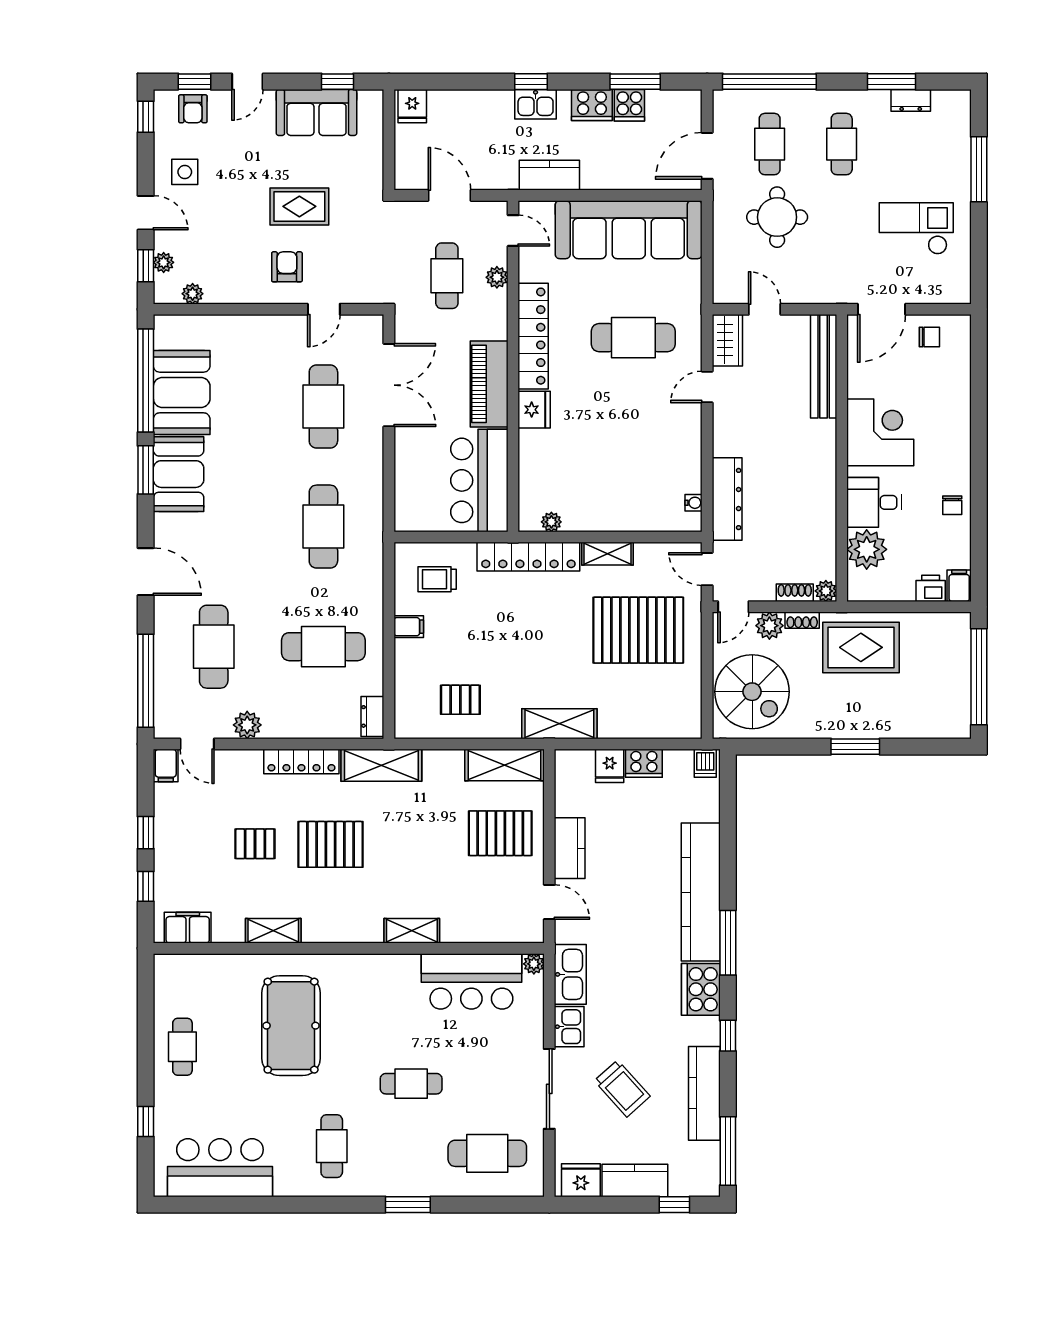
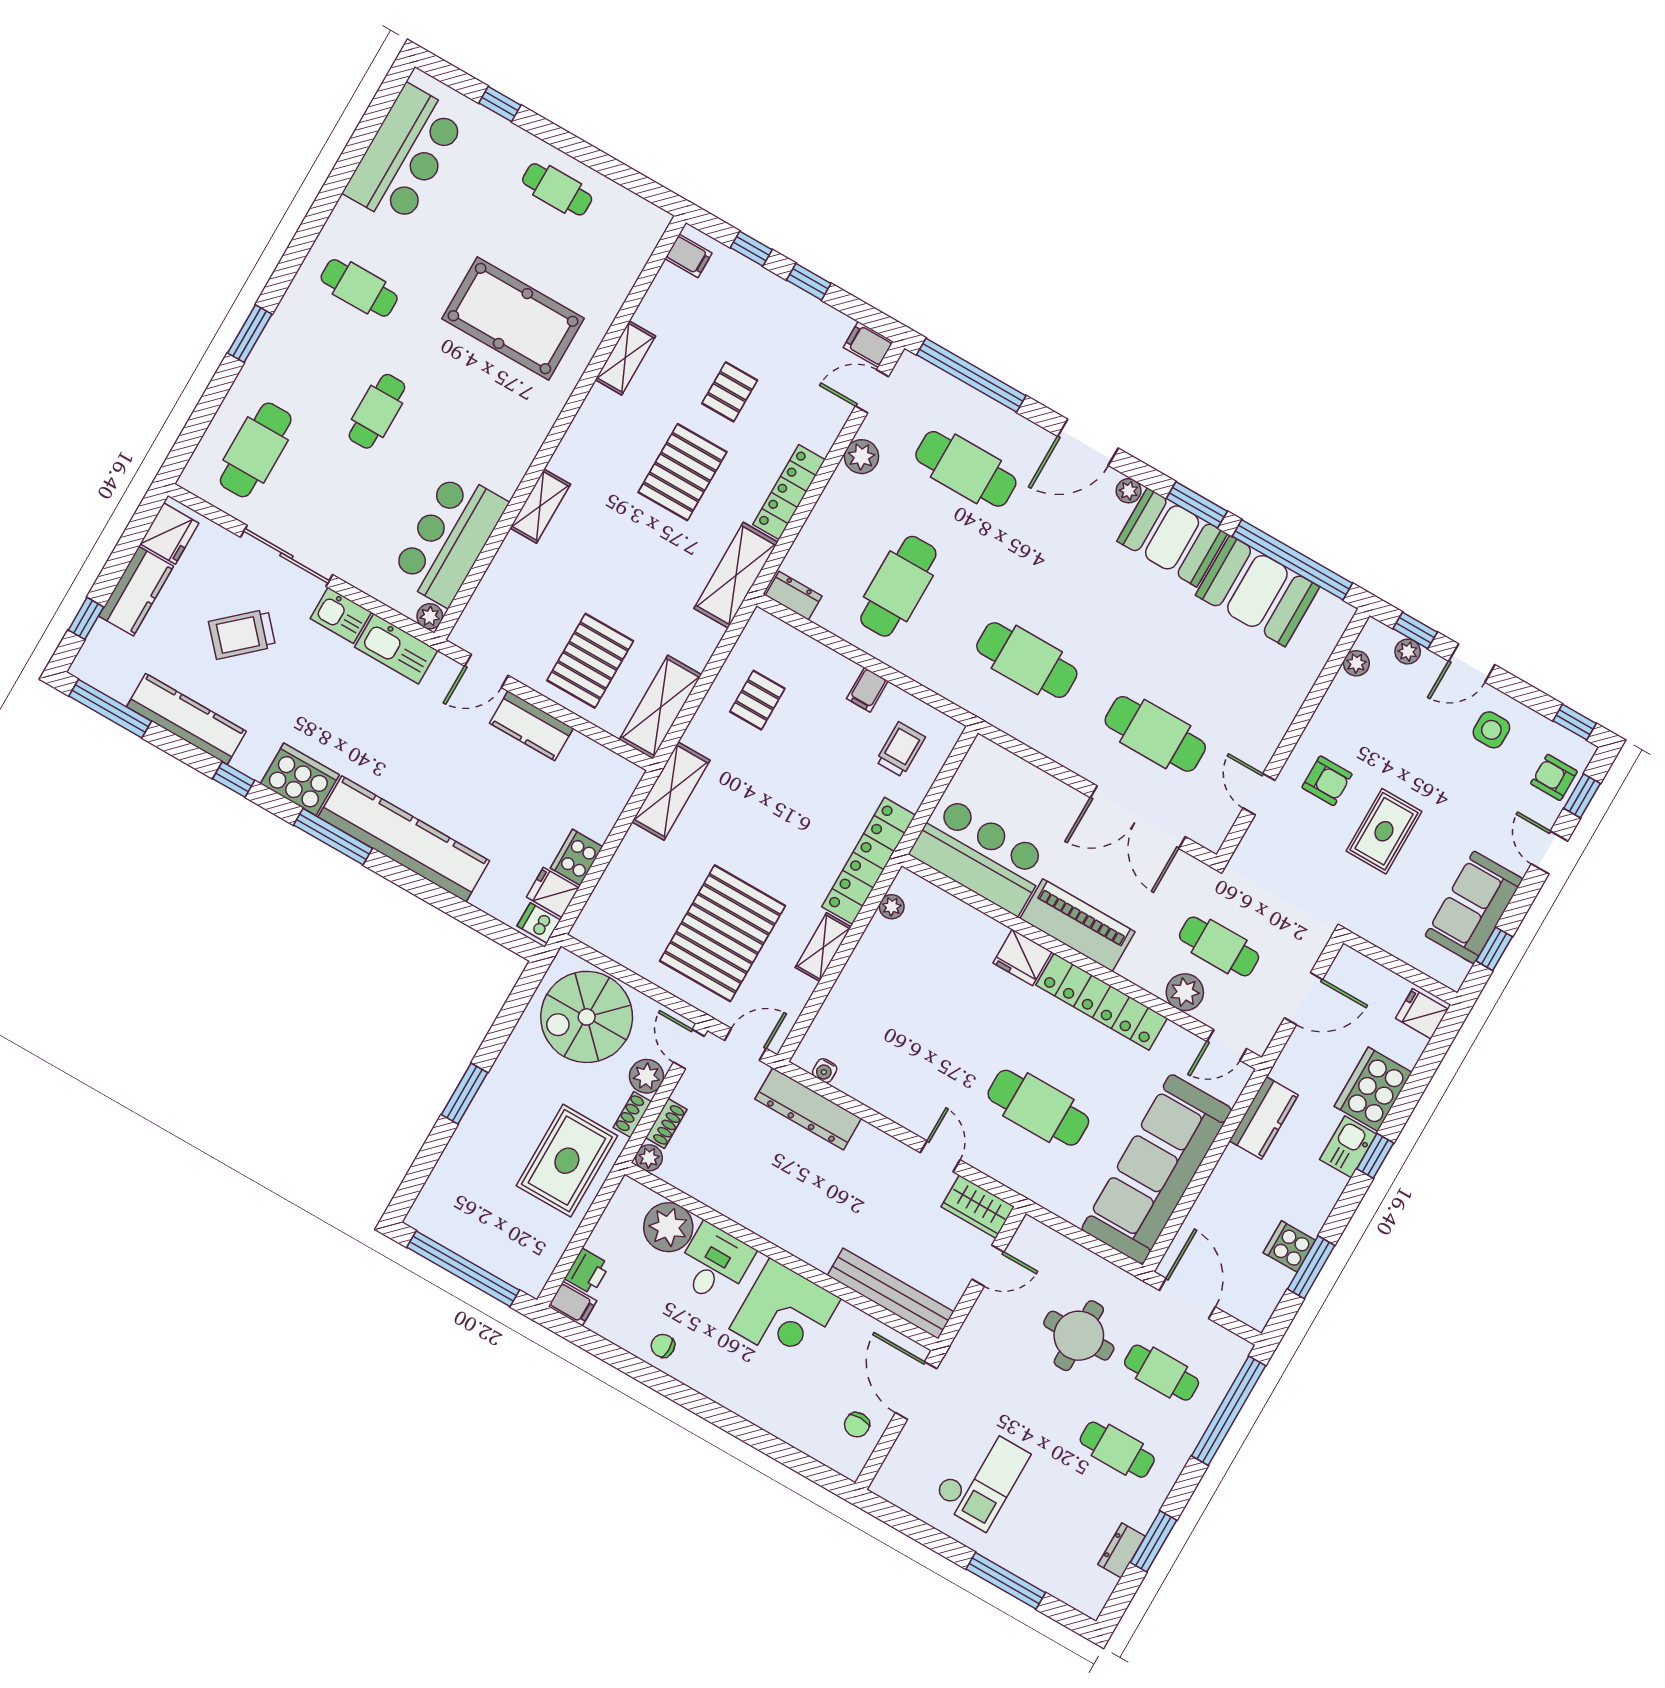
cooker: (592, 105) -> (1373, 1089), moved, width x1.37, depth x1.31
plant: (497, 277) -> (1185, 992), width x1.38, depth x1.38
cafe table: (633, 338) -> (1038, 1108), turned 90
plant: (163, 524) -> (1129, 491), added
fridge: (610, 766) -> (553, 892), moved
filing cabinet: (188, 928) -> (688, 256), width x0.50

